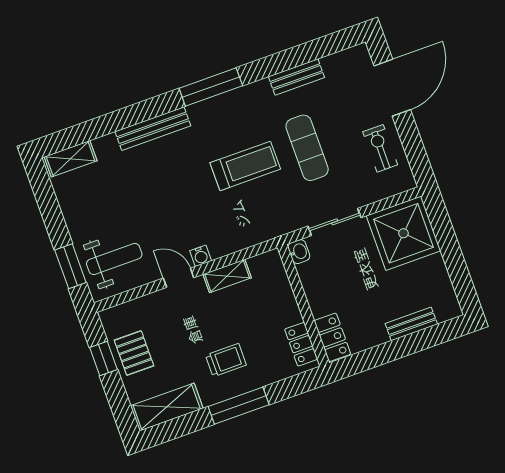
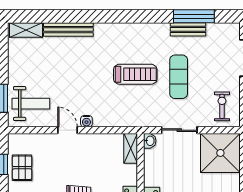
window: (211, 87) -> (194, 16), moved
bench: (153, 129) -> (68, 30), moved
exercise bike: (380, 148) -> (222, 106), moved
shelving: (227, 276) -> (131, 148), moved, turned 90

